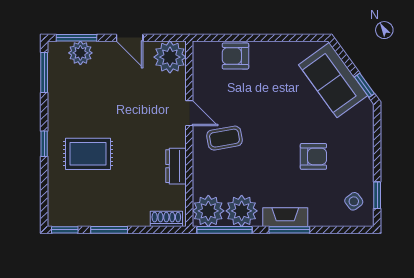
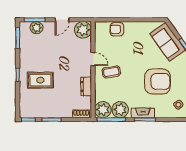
door: (130, 38) -> (62, 20), hinge flipped
armchair: (313, 156) -> (157, 81), width x1.88, depth x1.88

